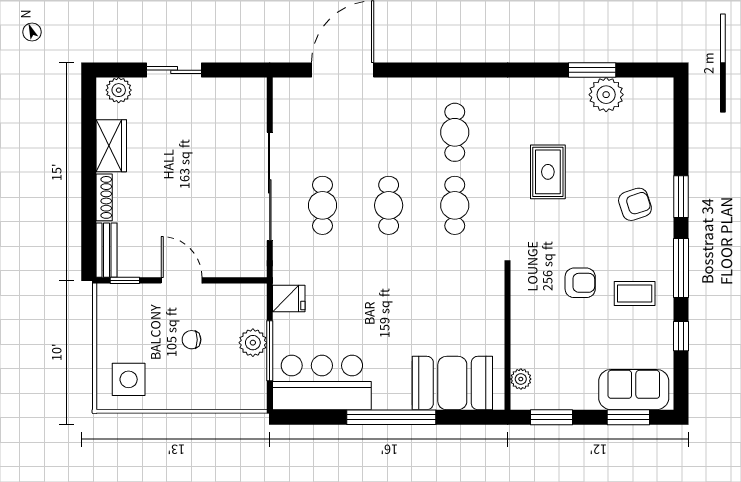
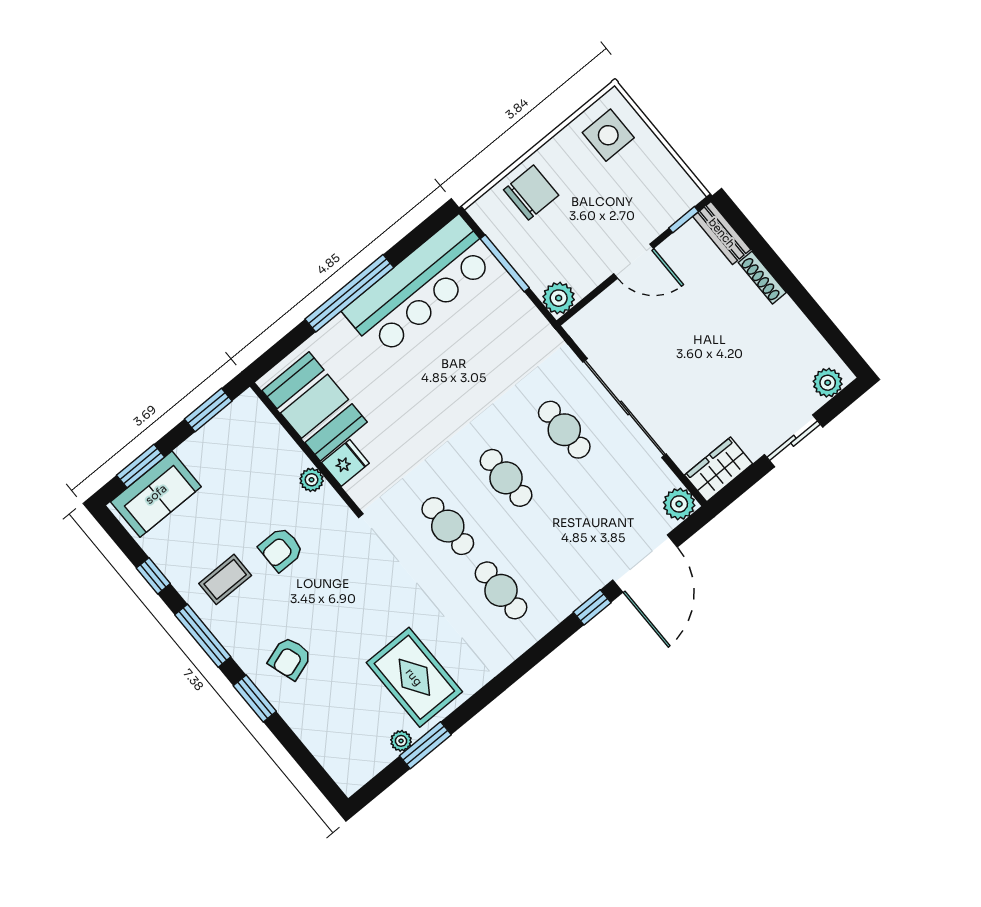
window: (403, 70) -> (592, 607), added
plant: (287, 91) -> (679, 504), added
plant: (606, 95) -> (401, 741), width x0.53, depth x0.53
wardrobe: (111, 146) -> (719, 469), moved, turned 90
rug: (548, 172) -> (414, 677), moved, width x1.36, depth x1.43
fridge: (289, 298) -> (345, 463), moved, turned 180
chair: (192, 340) -> (531, 193), moved, width x1.87, depth x1.87
plant: (253, 343) -> (559, 298), moved
plant: (521, 379) -> (312, 480), moved
bar counter: (322, 382) -> (420, 286), width x1.36
booth: (452, 383) -> (315, 406), moved, turned 90

